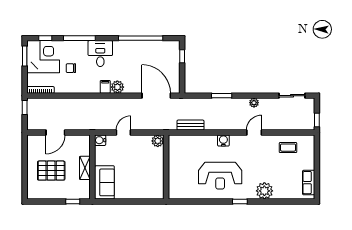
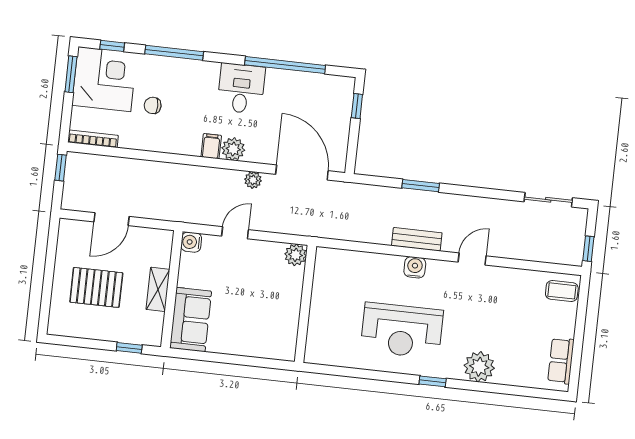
desk: (100, 54) -> (241, 88), moved
plant: (254, 103) -> (253, 180), moved
bench: (190, 125) -> (417, 239), moved
coffee table: (288, 148) -> (562, 291), moved

